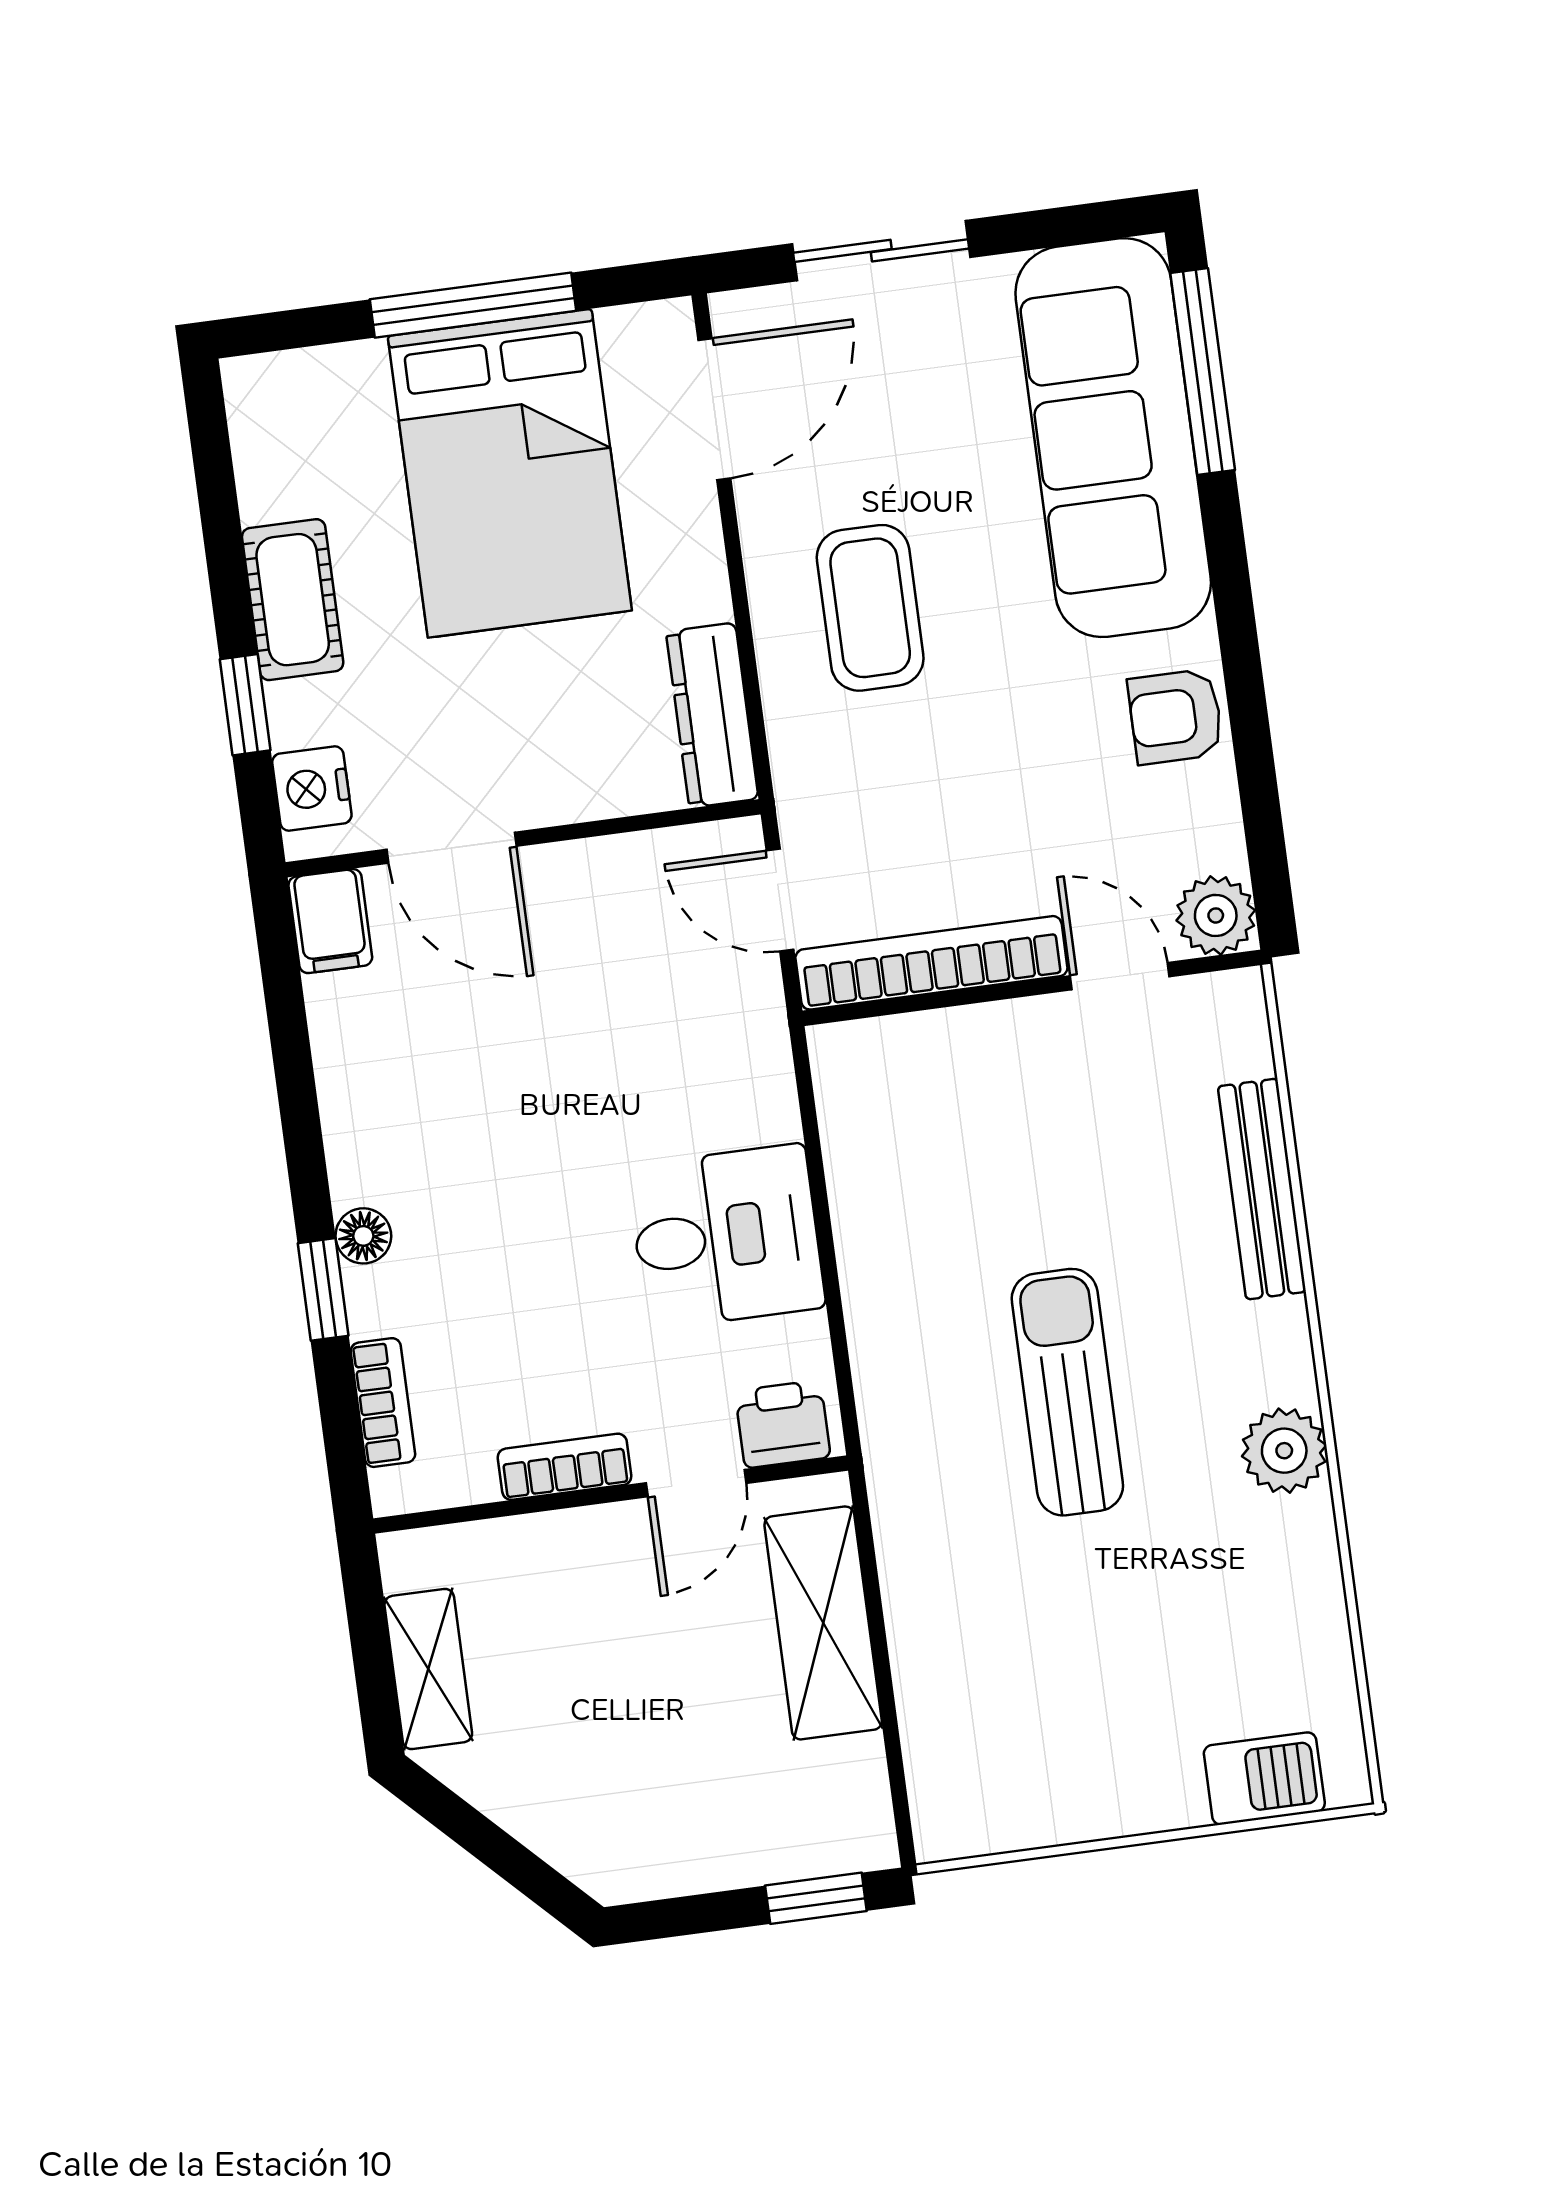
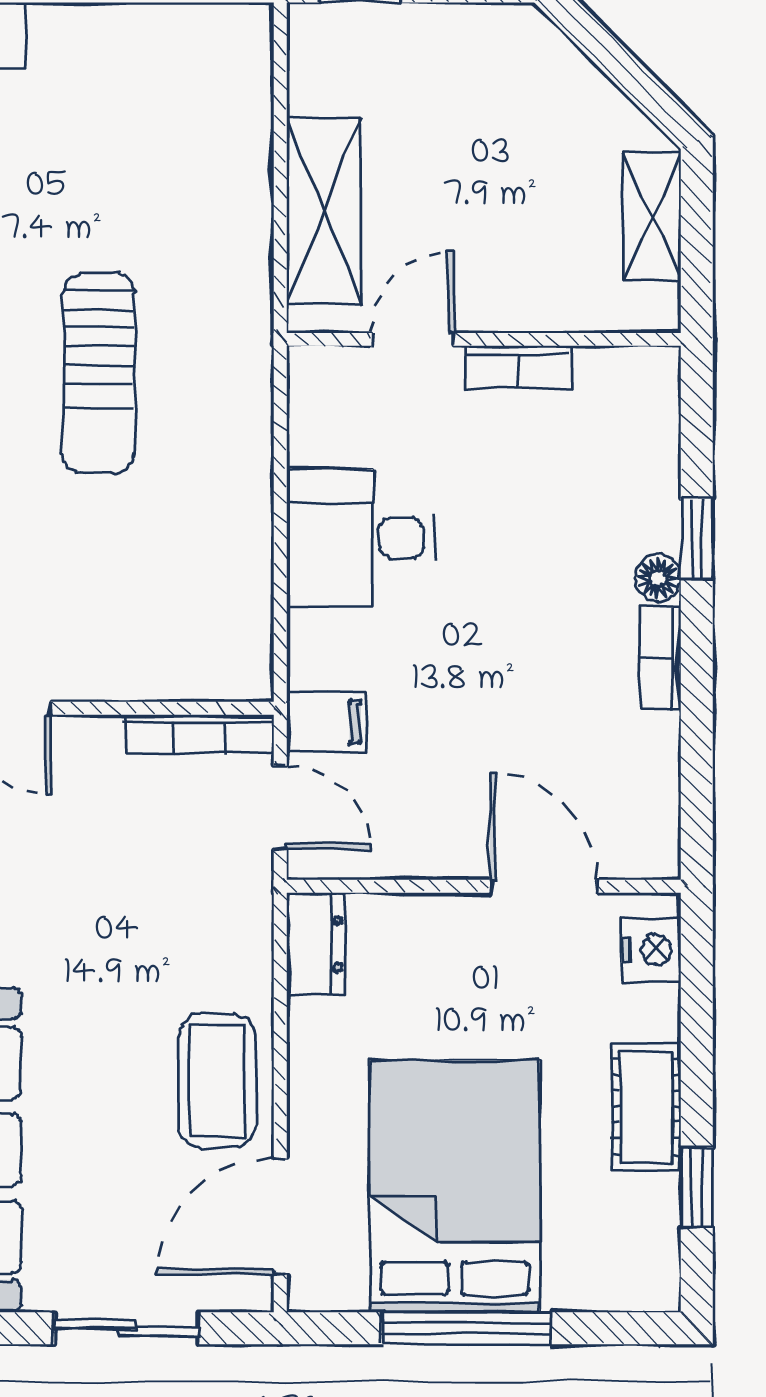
coffee table: (870, 608) -> (217, 1081), moved
window: (245, 705) -> (697, 1187), moved
dresser: (712, 715) -> (315, 944), width x0.70
filing cabinet: (330, 921) -> (327, 722), moved, turned 90
bookcase: (931, 963) -> (199, 734), width x0.68, depth x0.76
bookcase: (383, 1403) -> (660, 658), moved
printer: (783, 1424) -> (335, 378), removed

